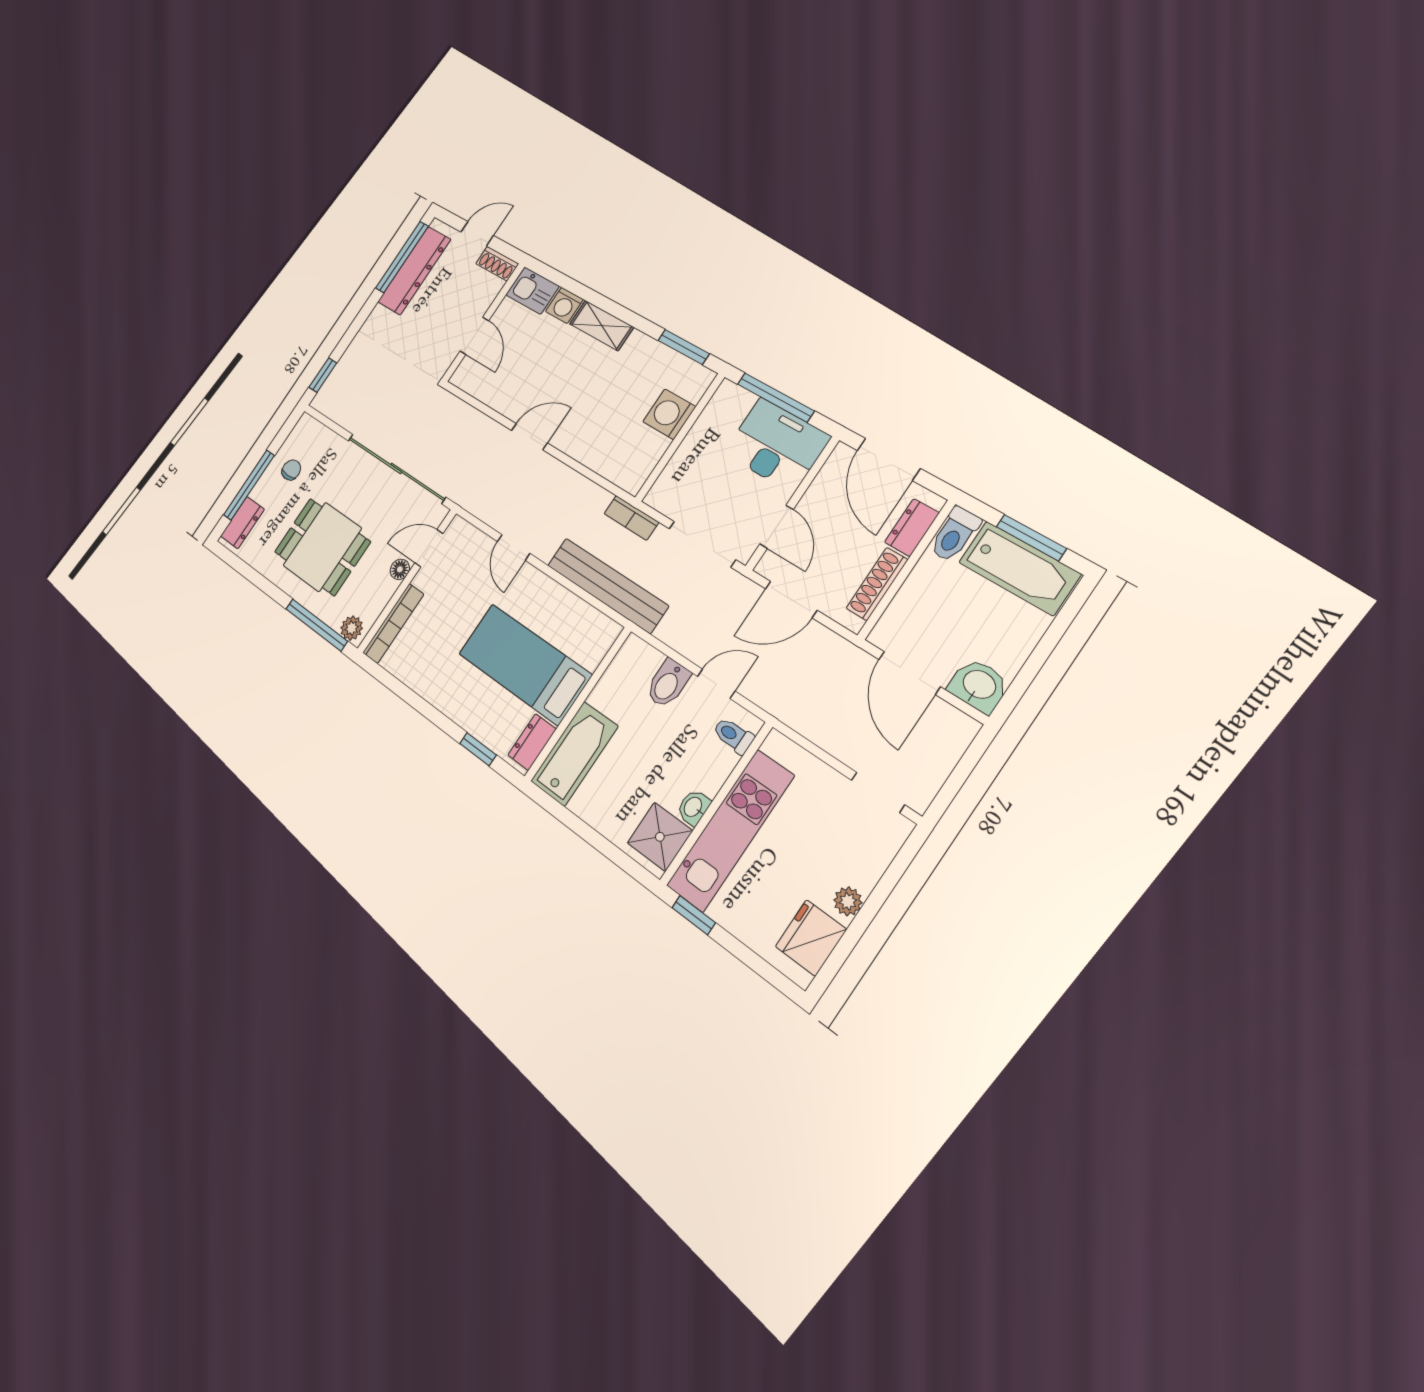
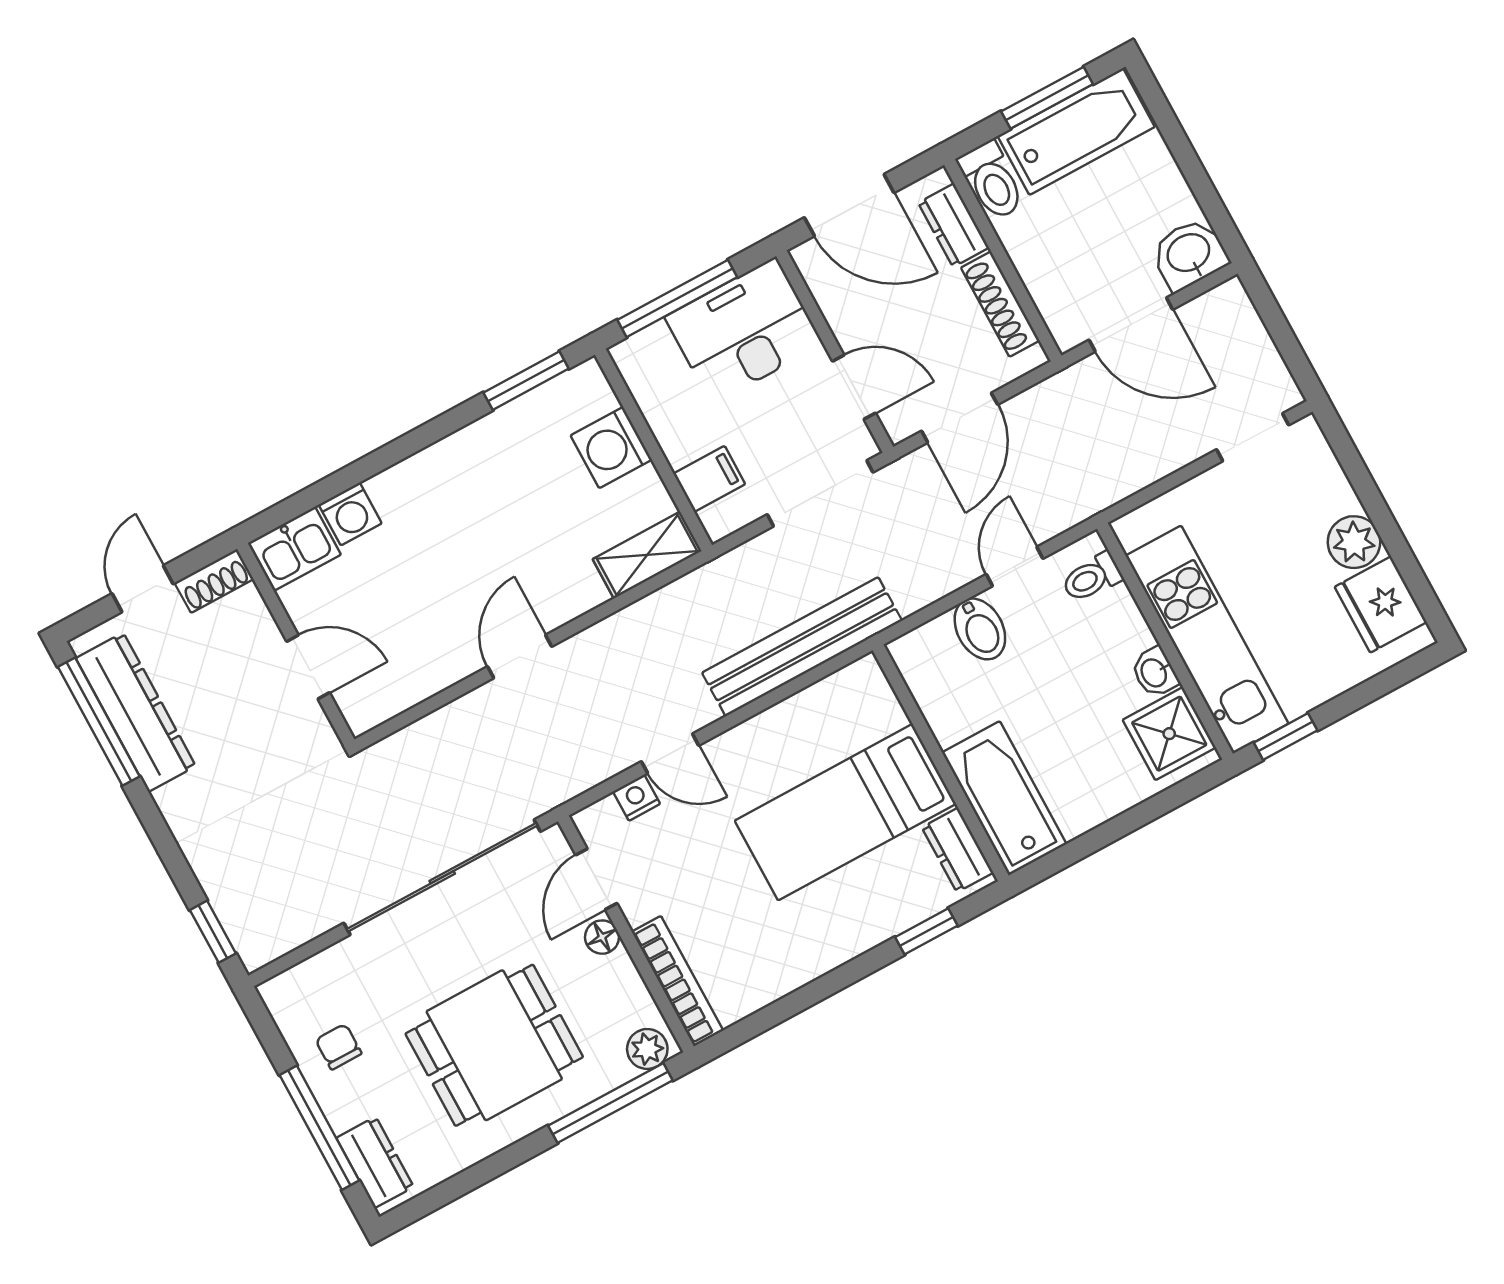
shelving: (602, 325) -> (647, 555), moved
filing cabinet: (679, 477) -> (709, 479), added
bookcase: (631, 518) -> (727, 569), removed
nightstand: (481, 544) -> (637, 798), added
plant: (848, 901) -> (1354, 542), width x1.38, depth x1.38

